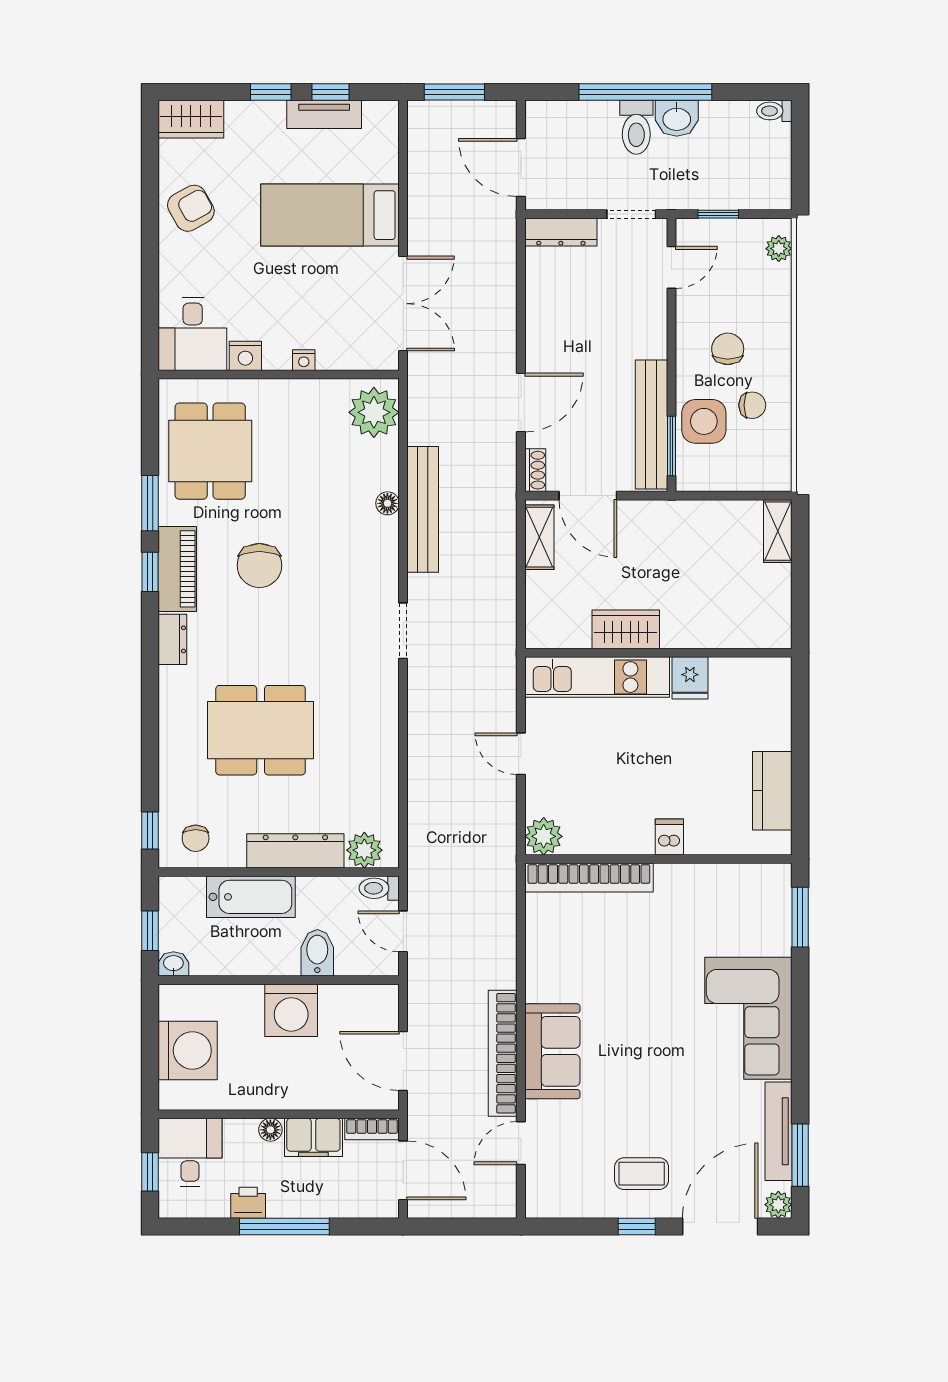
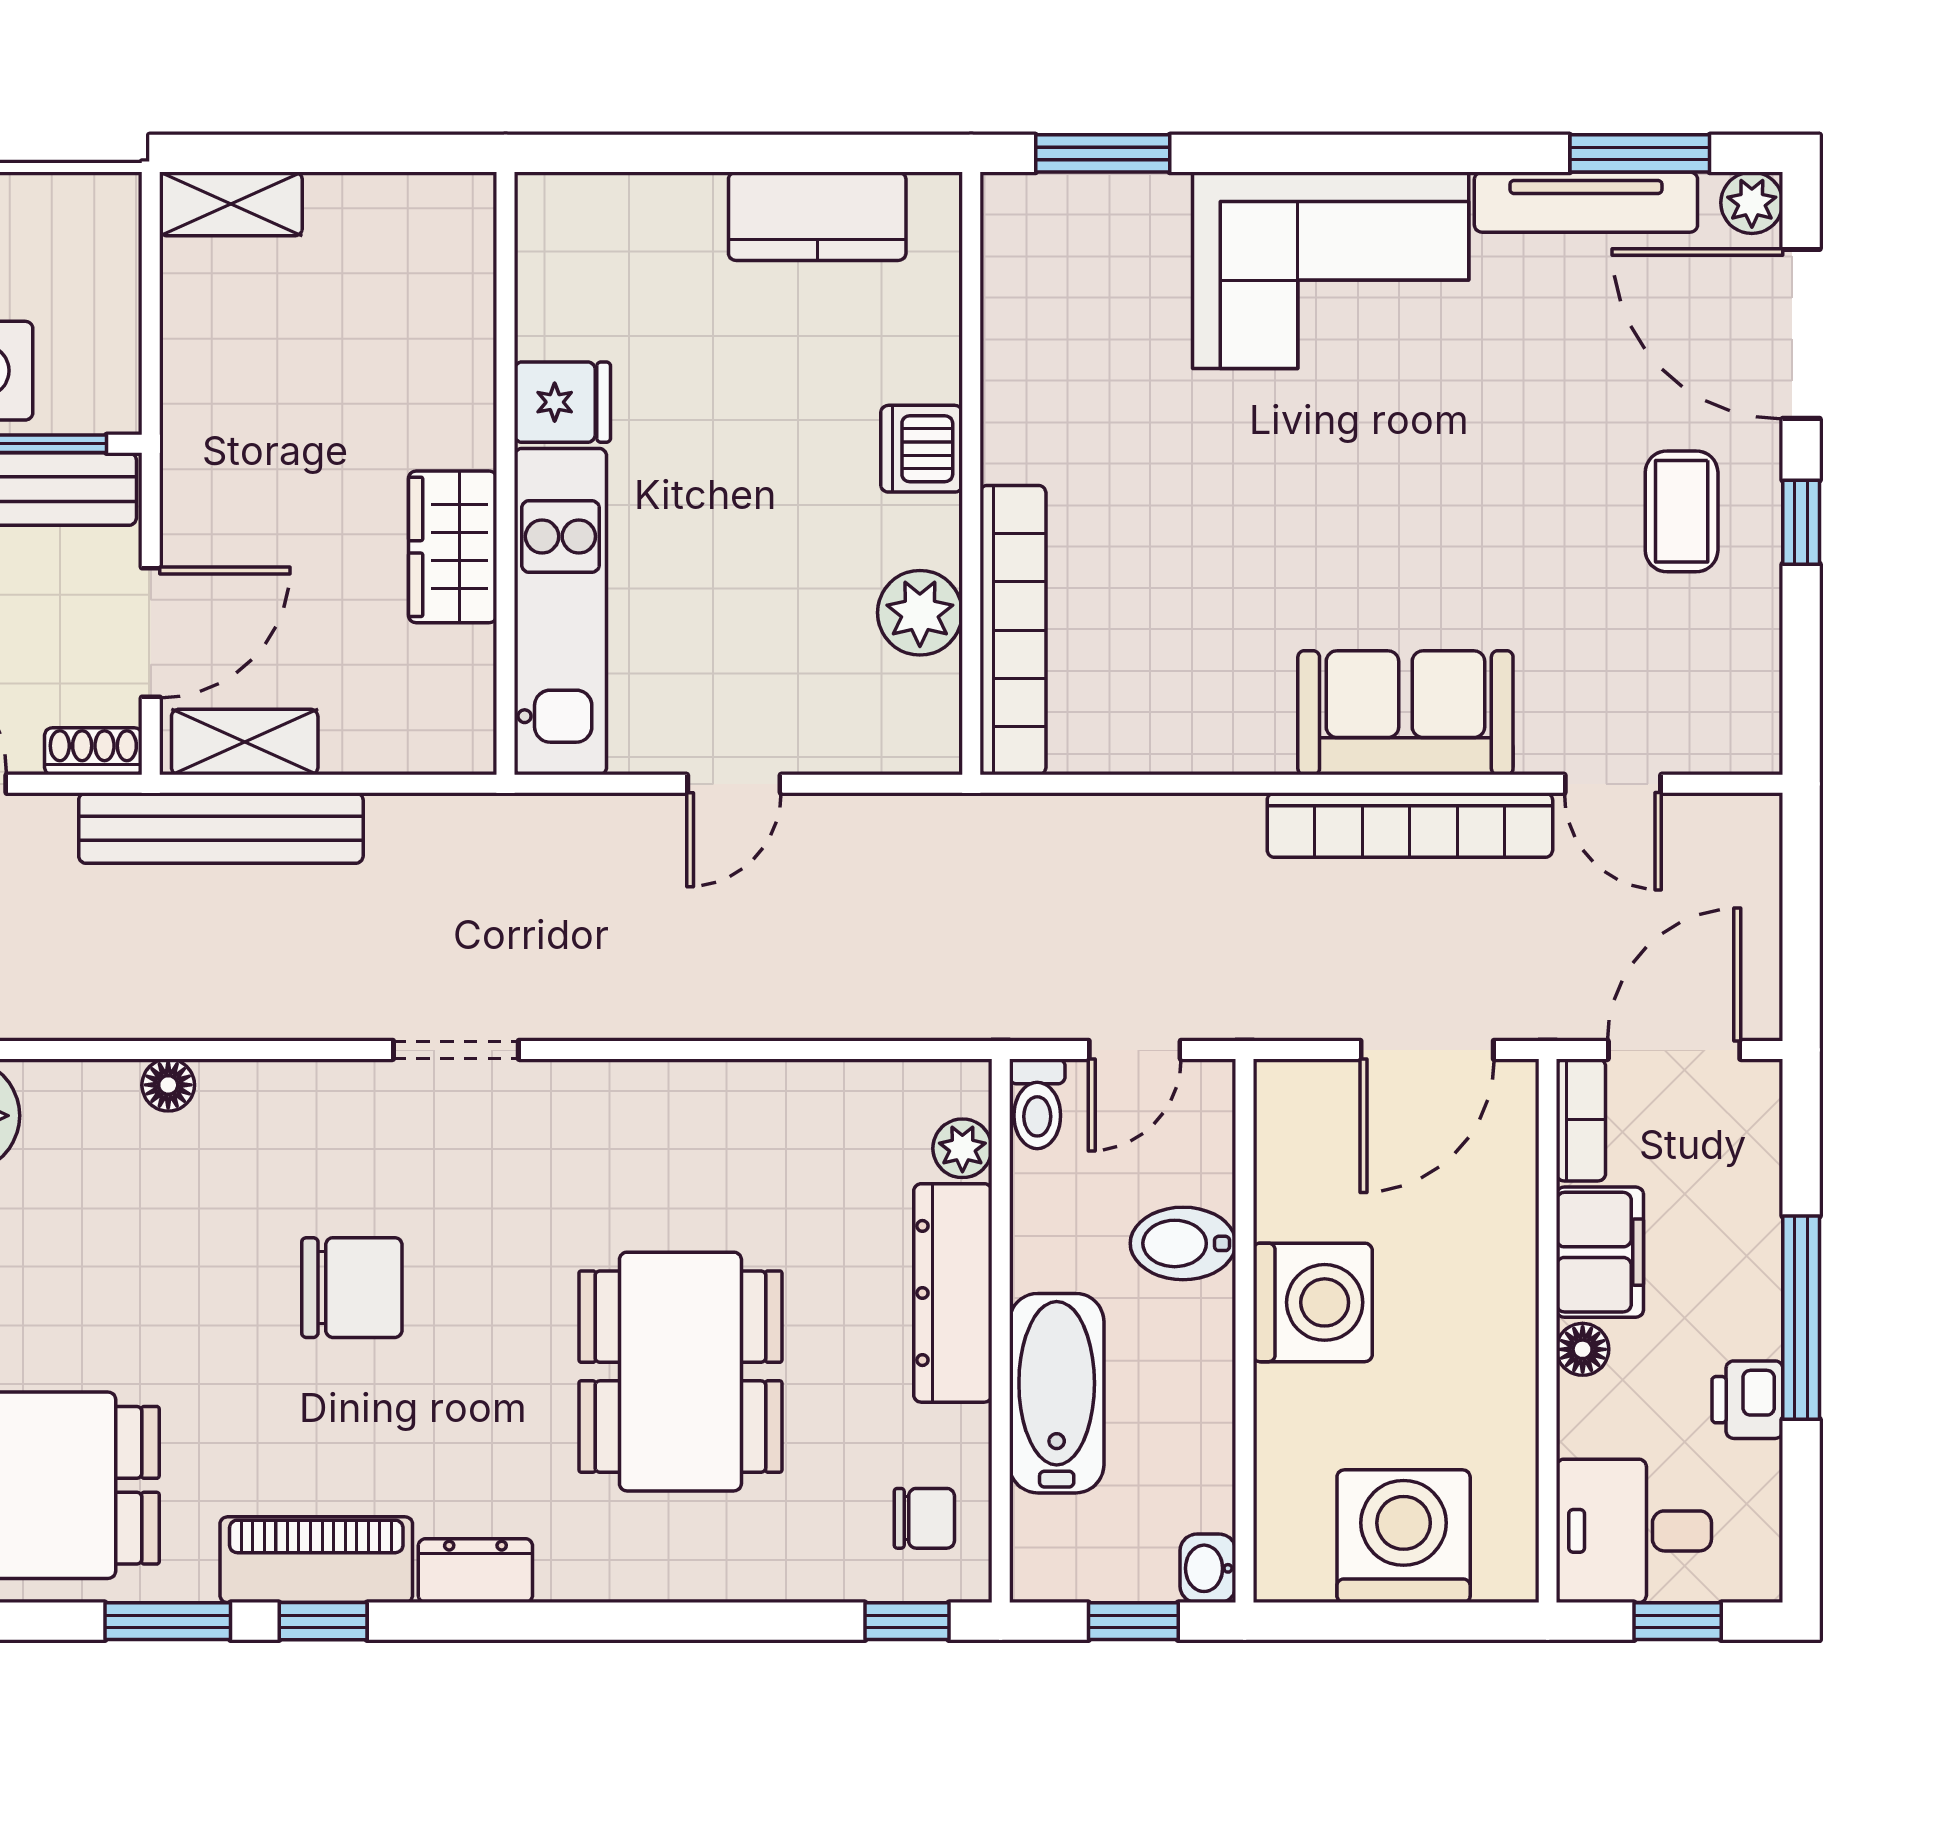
bench: (423, 509) -> (221, 828), moved
chair: (259, 565) -> (352, 1288), moved
plant: (544, 836) -> (920, 613), moved
dishwasher: (669, 837) -> (922, 449), width x1.38
plant: (364, 850) -> (962, 1148), width x0.73, depth x0.73

